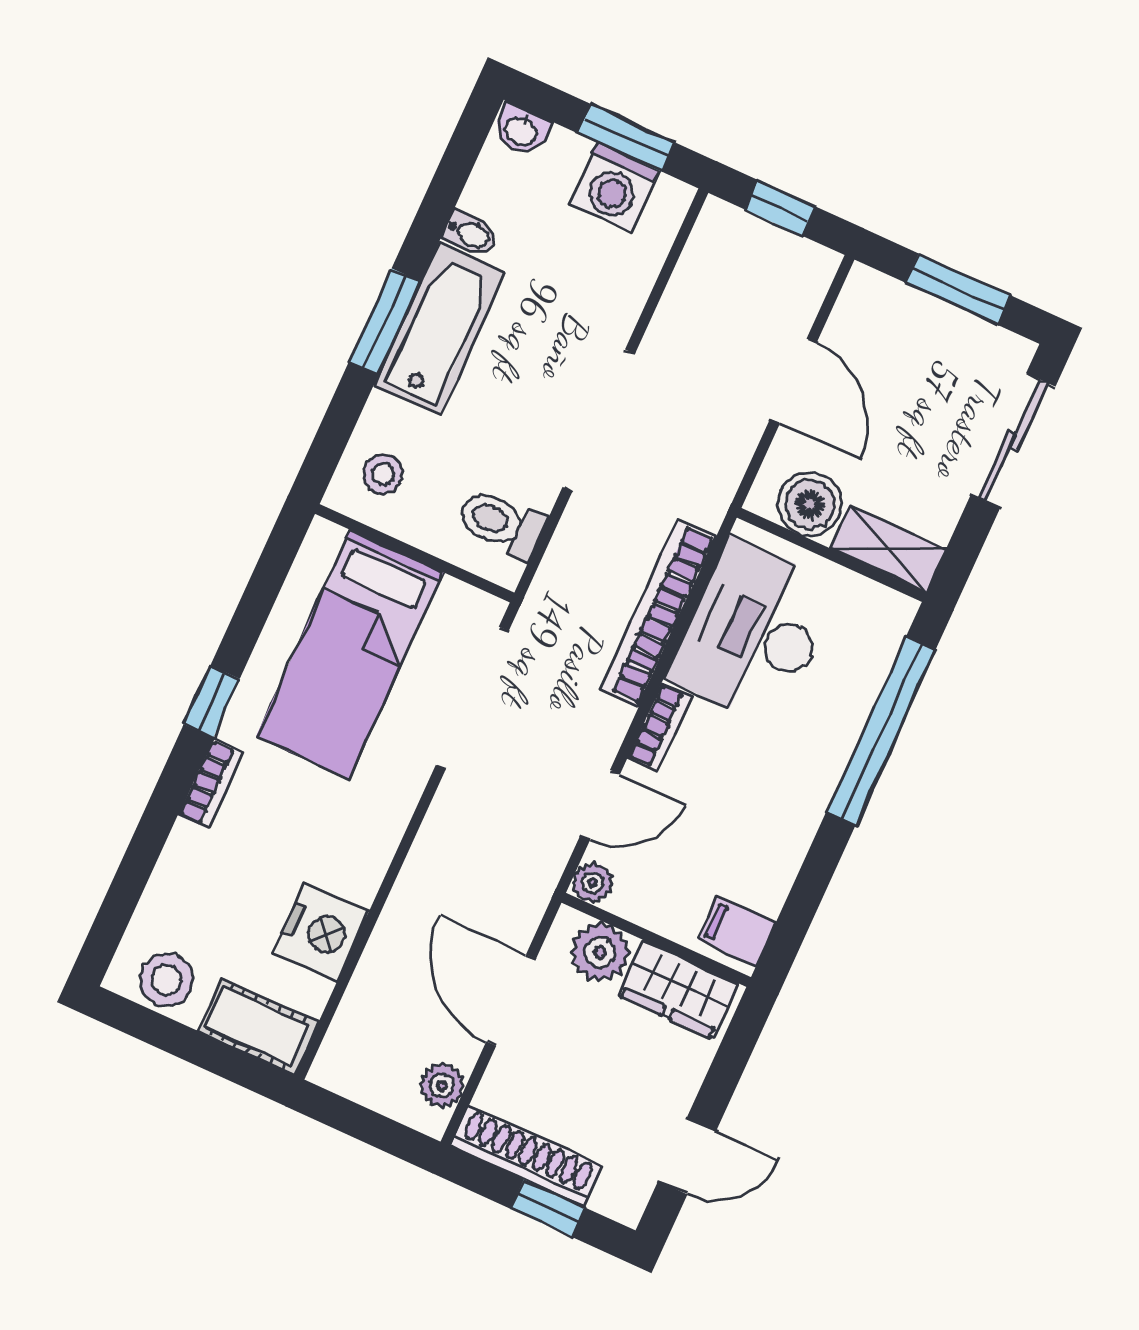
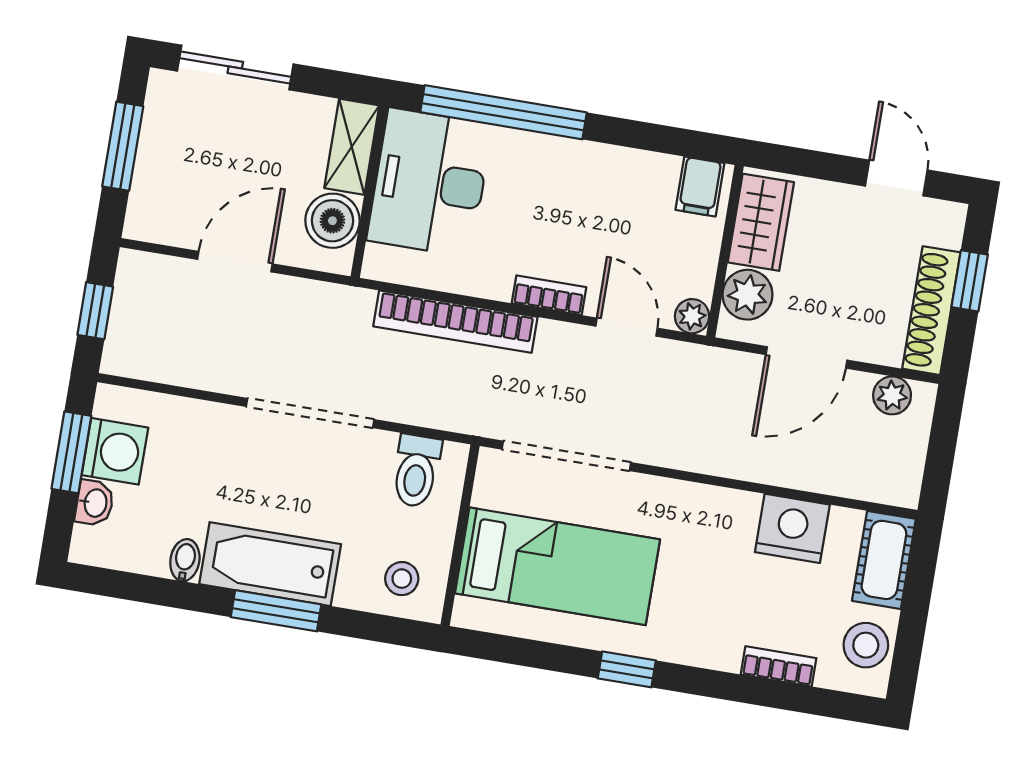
washbasin: (521, 130) -> (95, 503), moved
desk: (753, 632) -> (430, 182), moved, turned 90
bookcase: (210, 784) -> (778, 666), moved

